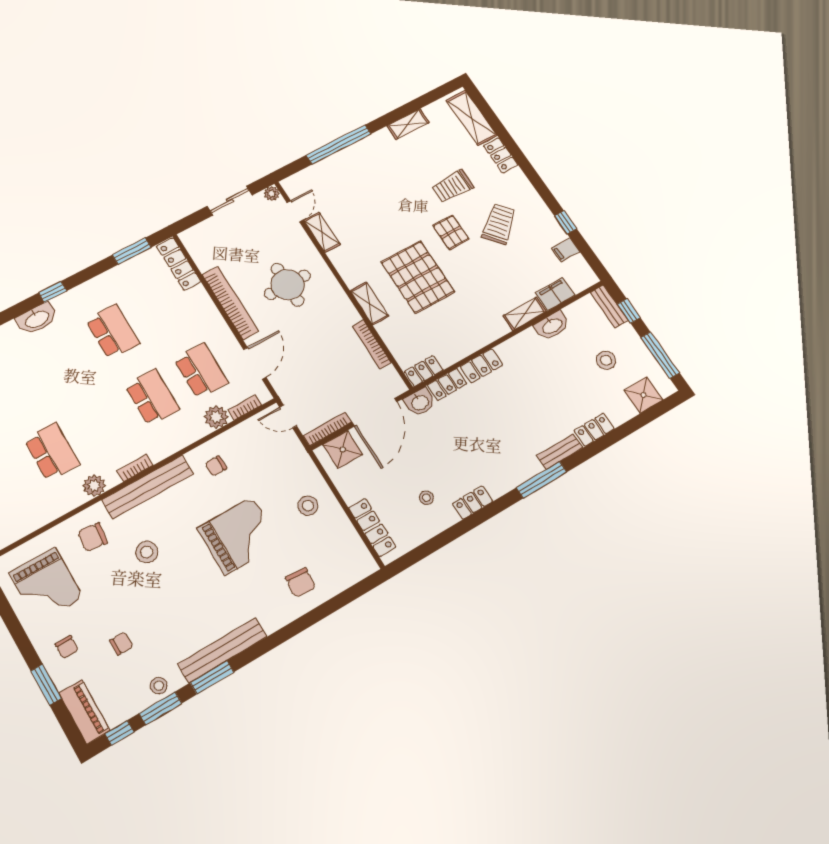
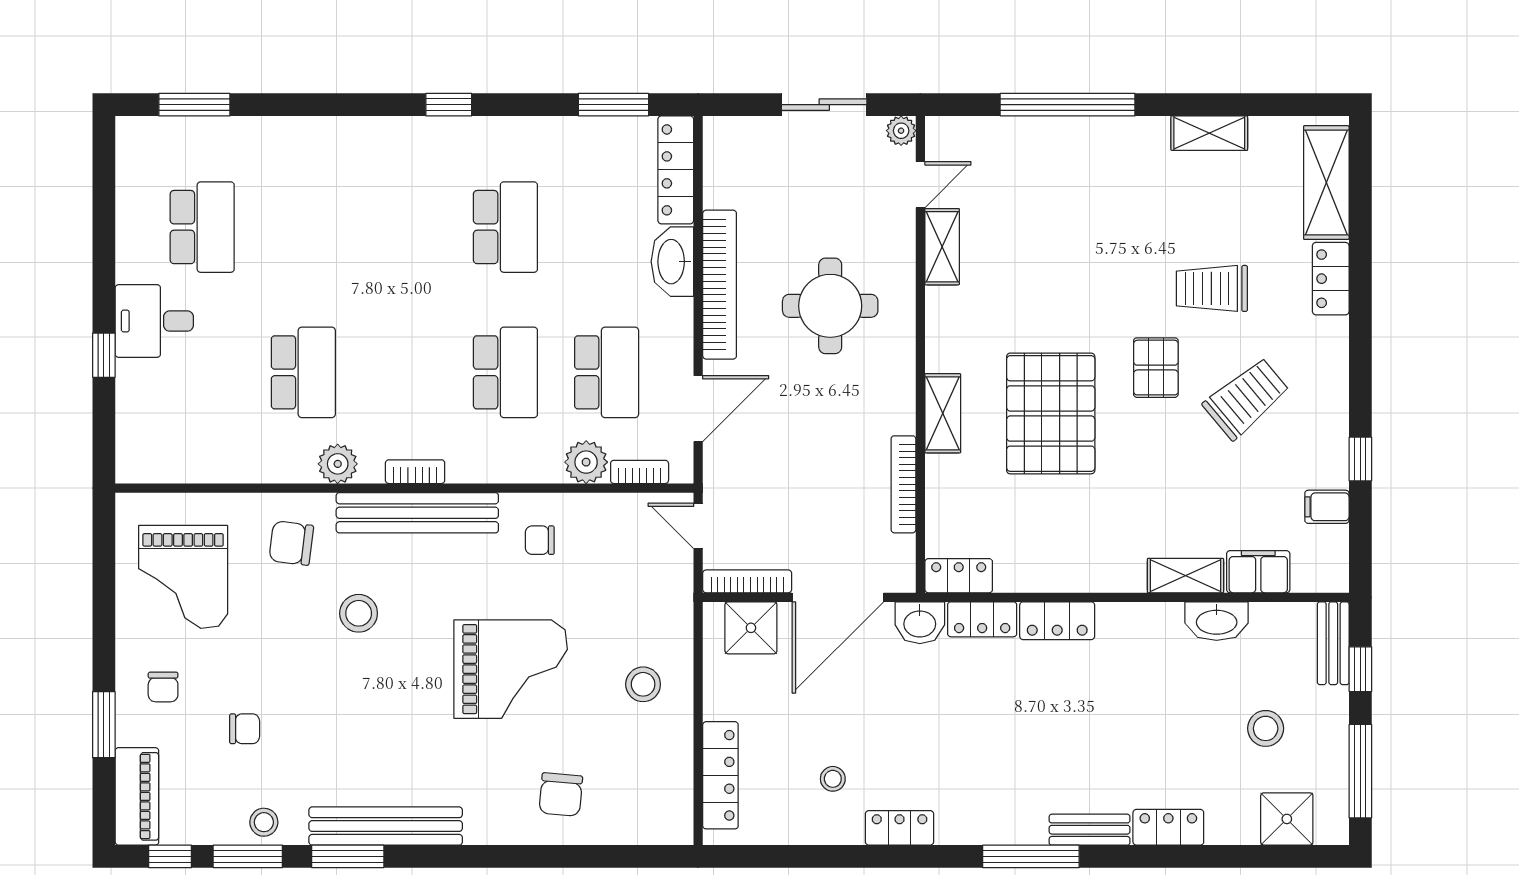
washbasin: (37, 319) -> (672, 262), moved, turned 90

